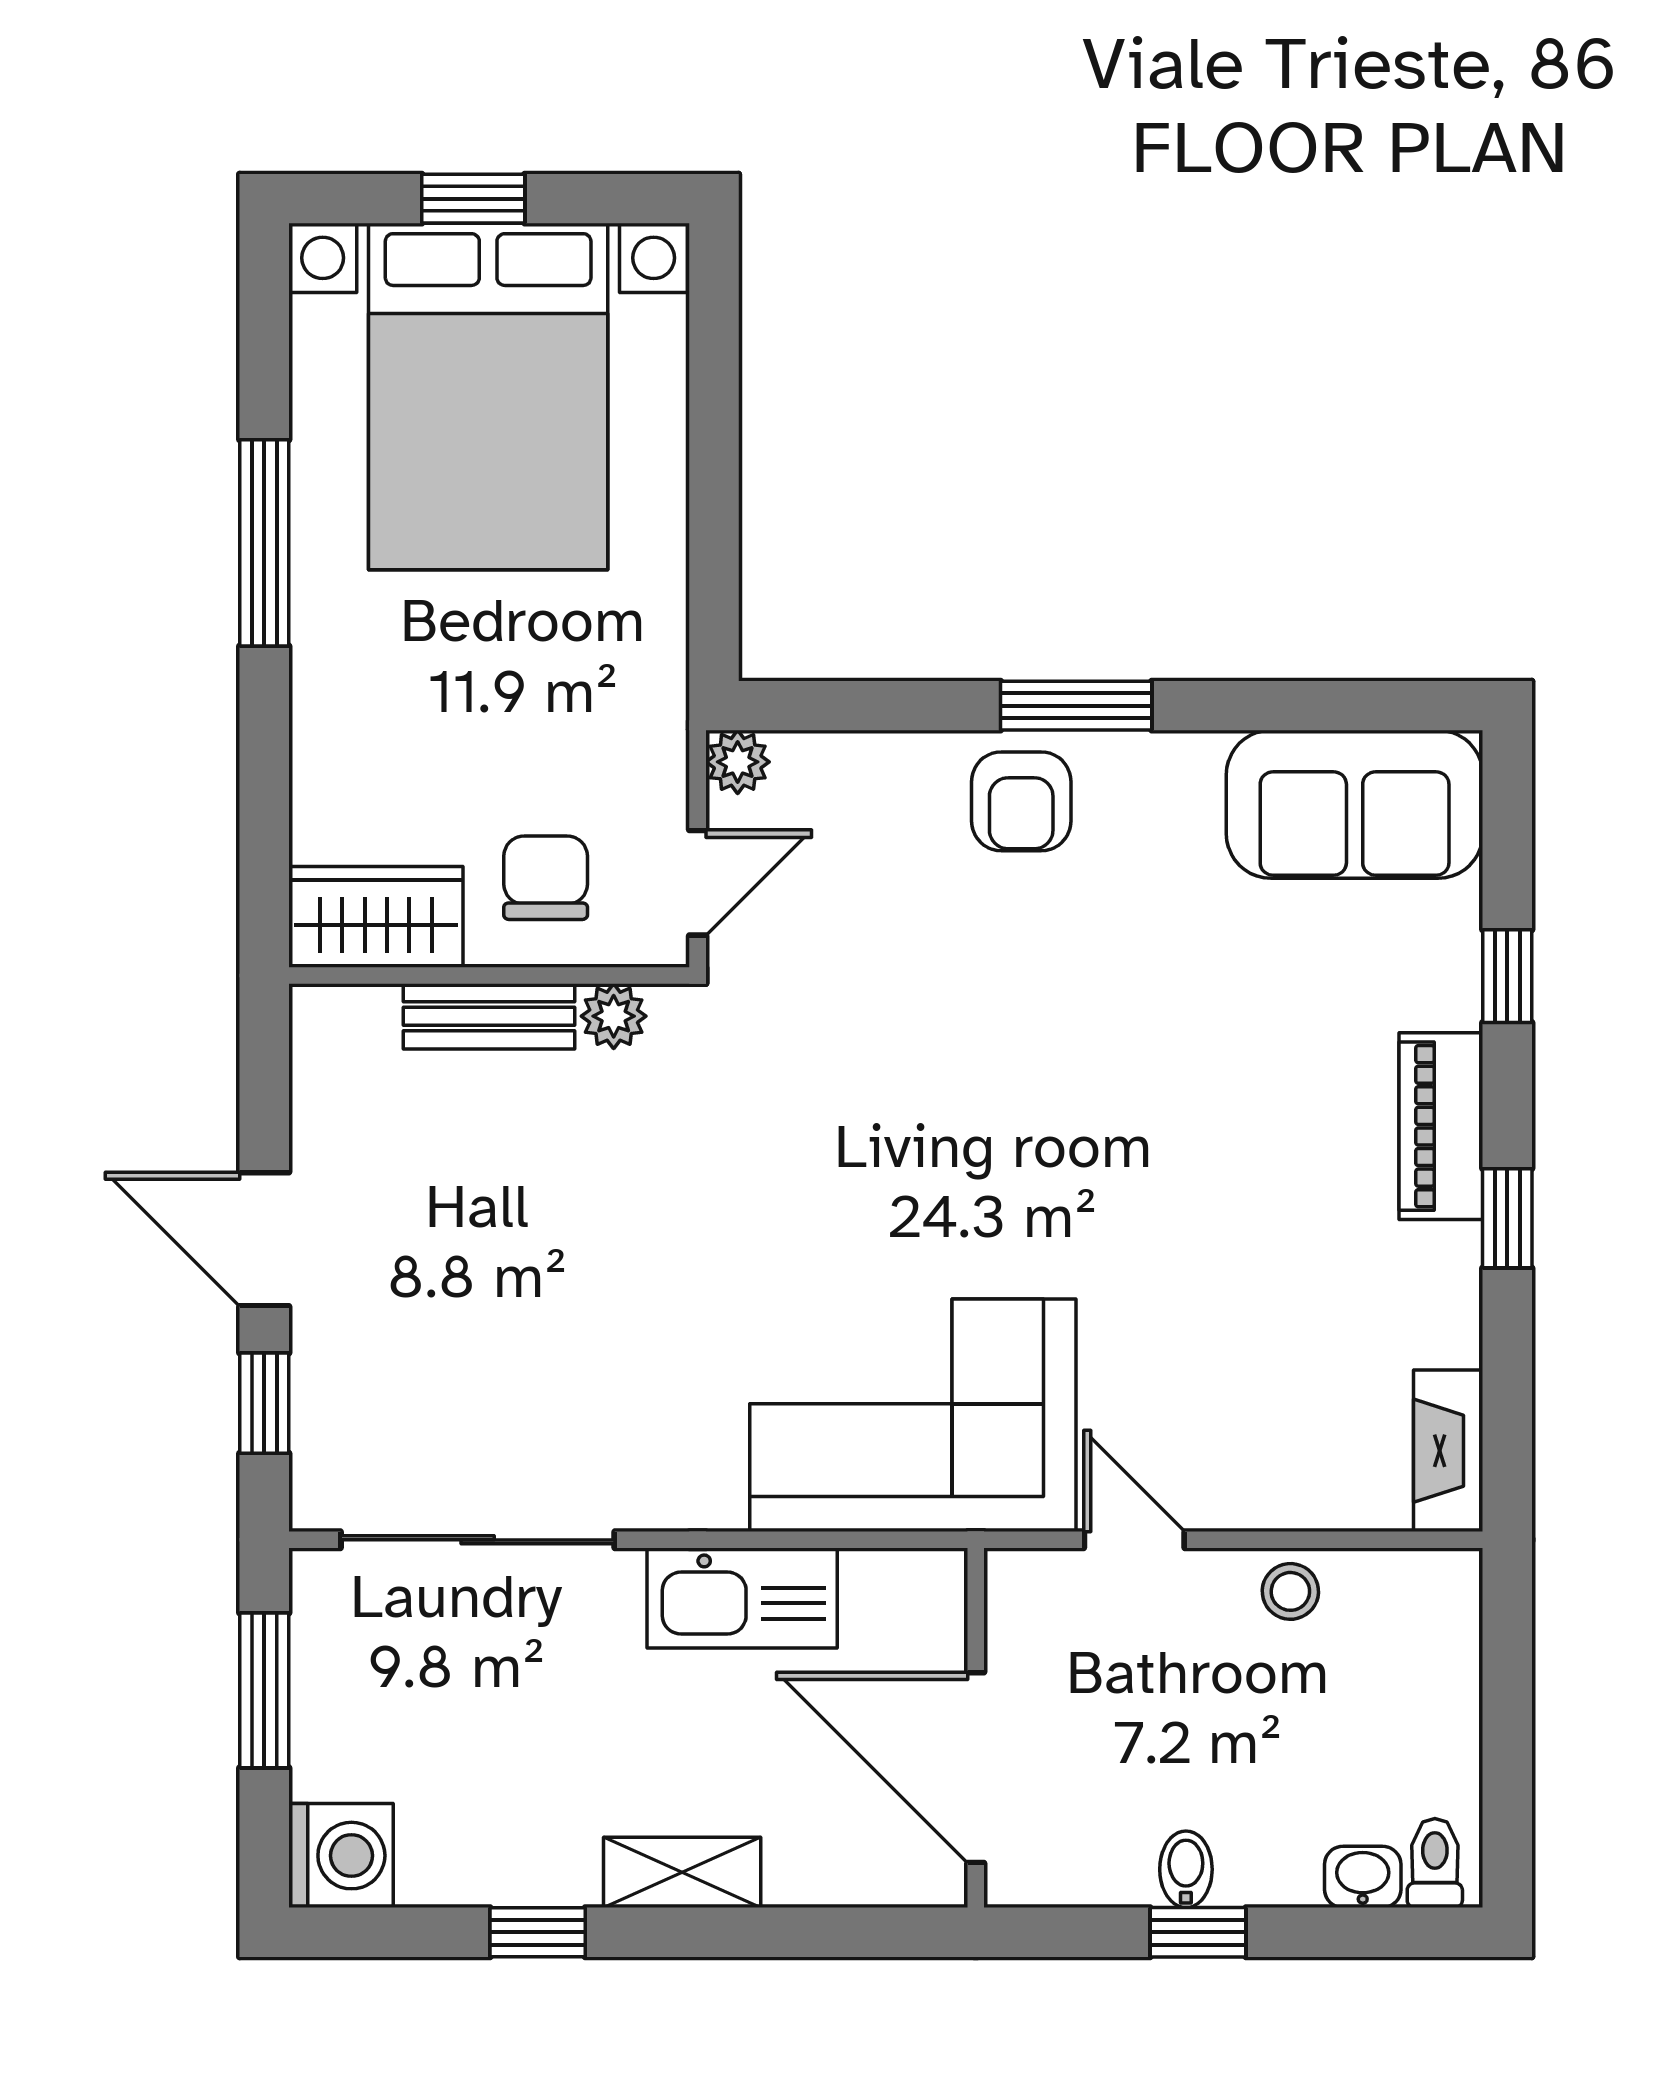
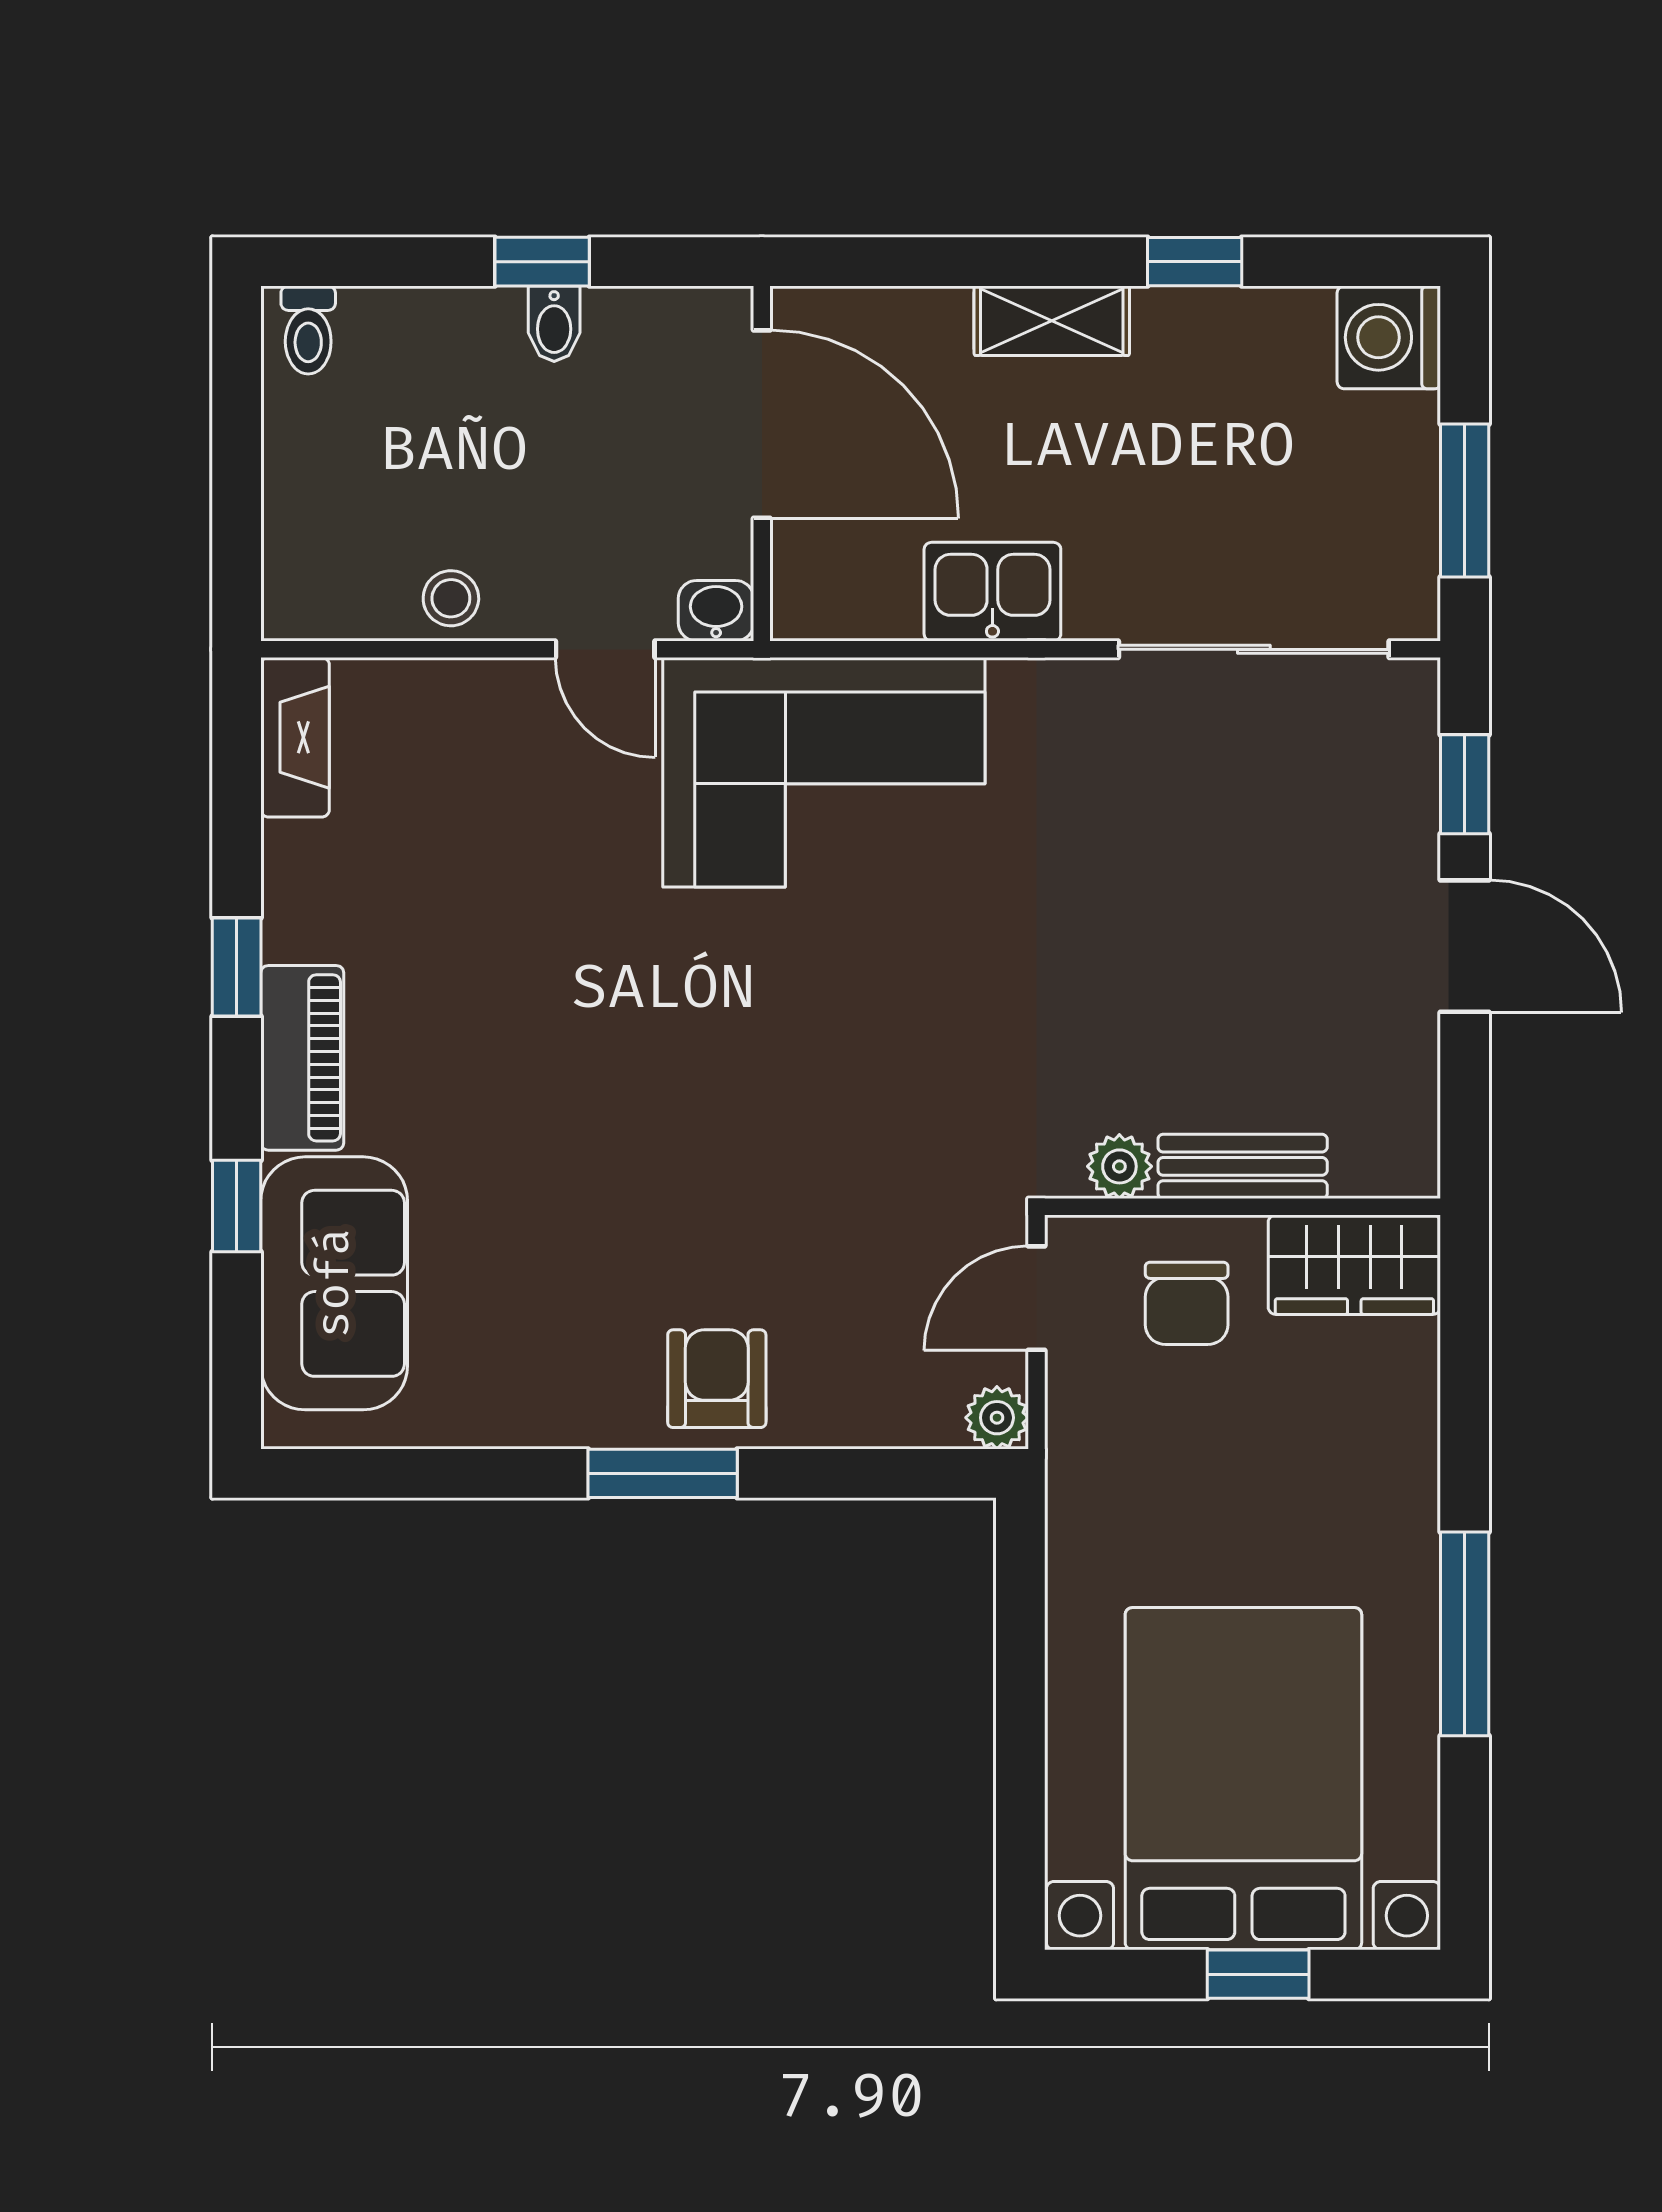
sofa: (1355, 804) -> (334, 1283), moved, turned 90
kitchen sink: (742, 1598) -> (992, 592), width x0.73
washbasin: (1363, 1877) -> (716, 611), moved, turned 180

